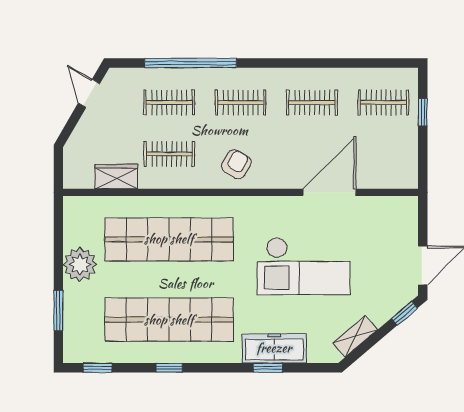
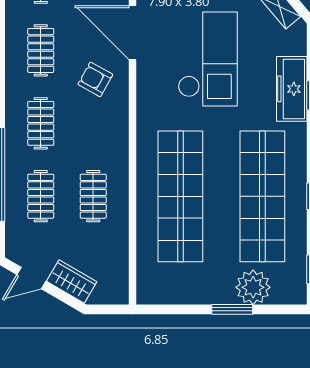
armchair: (236, 164) -> (95, 79), moved
wardrobe: (116, 177) -> (72, 281), moved, turned 120
plant: (80, 264) -> (253, 287), moved
window: (58, 311) -> (232, 309), moved

